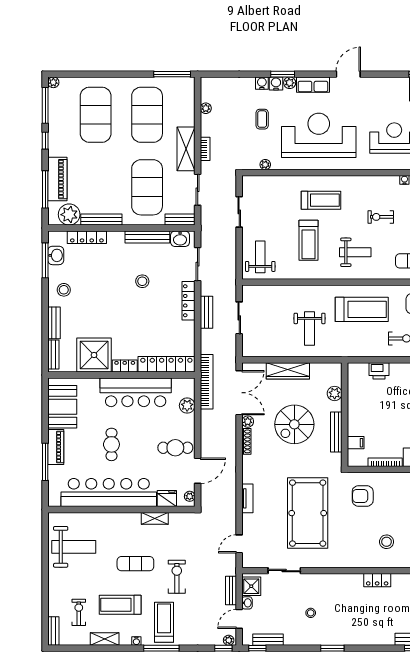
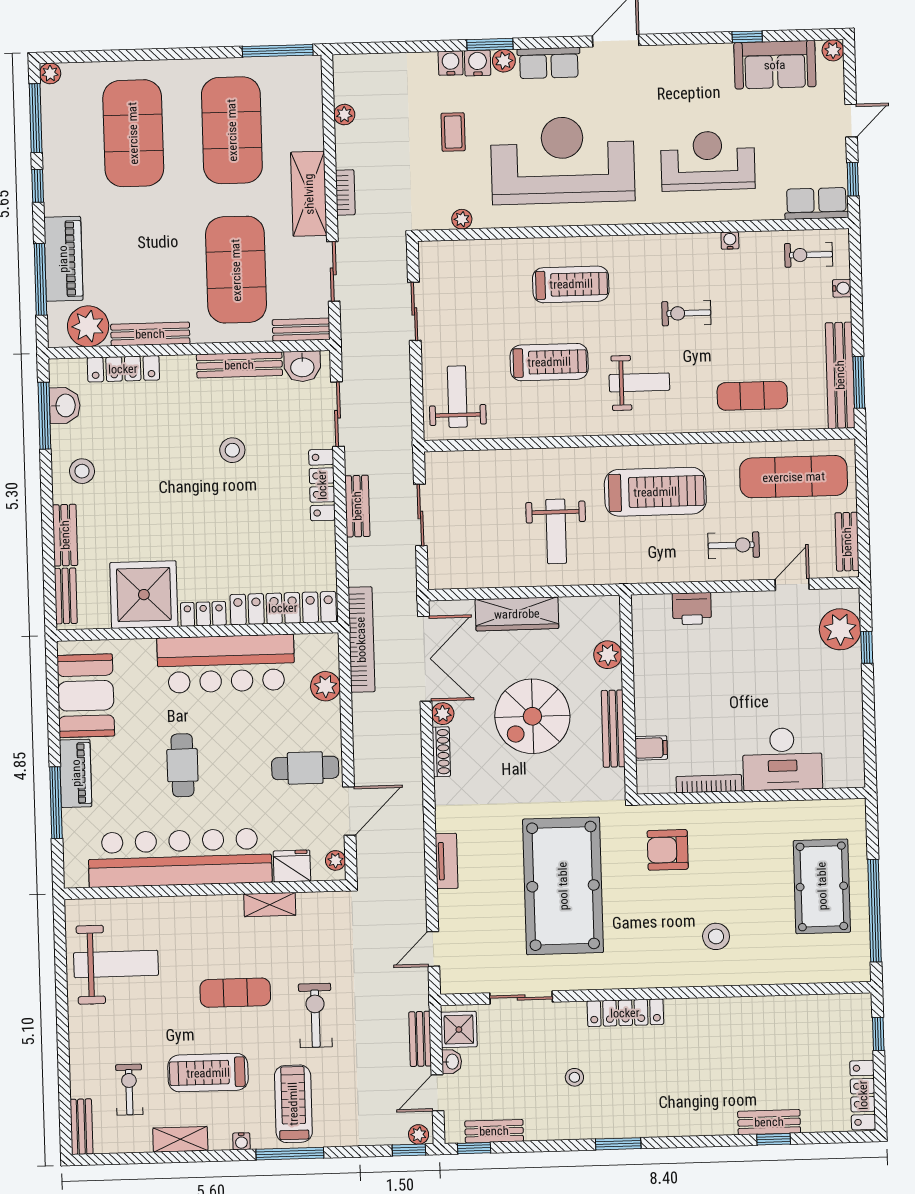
treadmill: (309, 240) -> (549, 362), turned -90
locker: (377, 580) -> (625, 1013), moved, width x1.53

